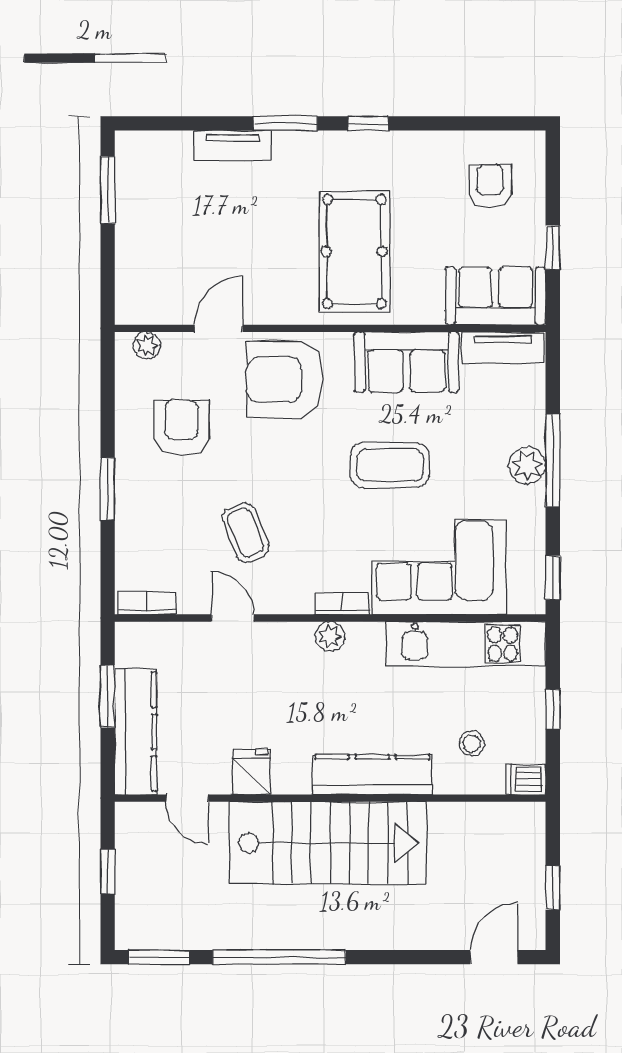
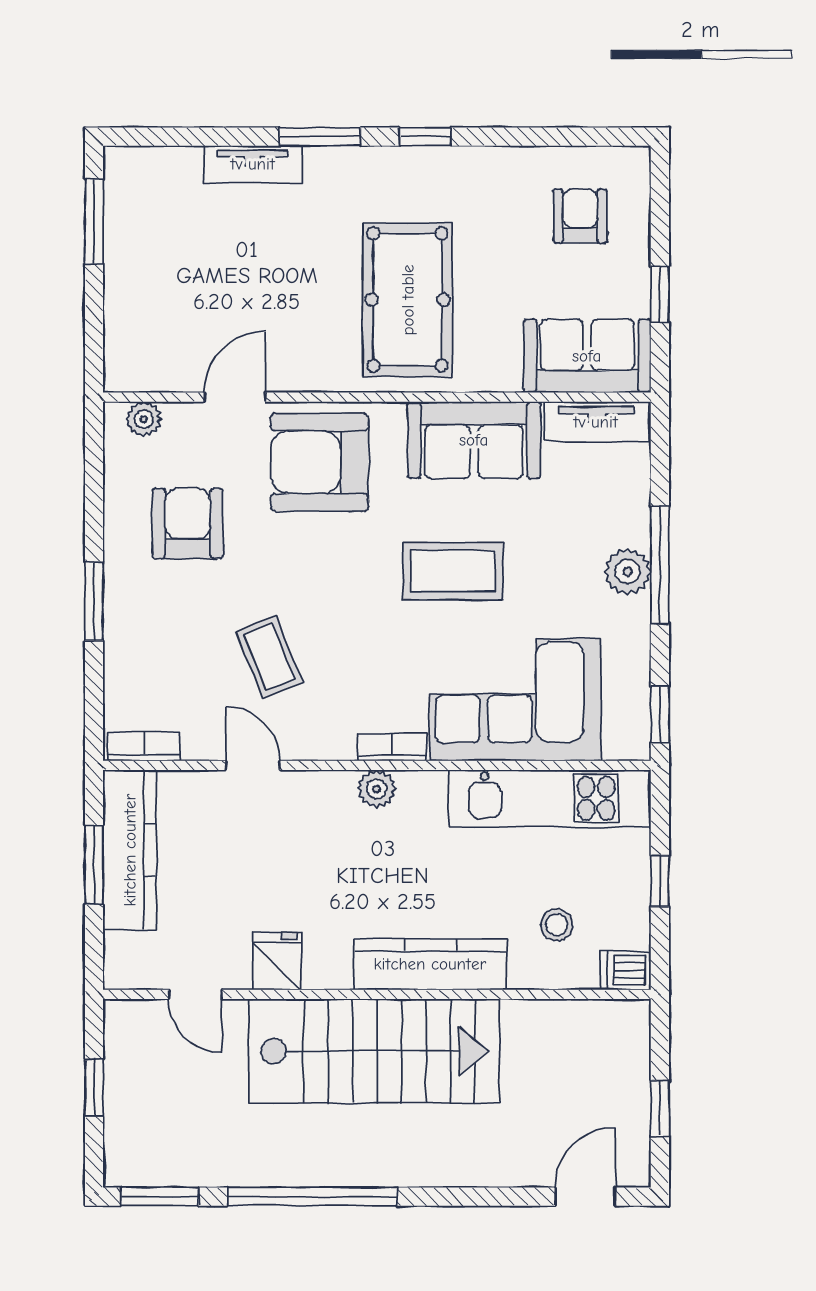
kitchen counter: (136, 732) -> (130, 850), moved

